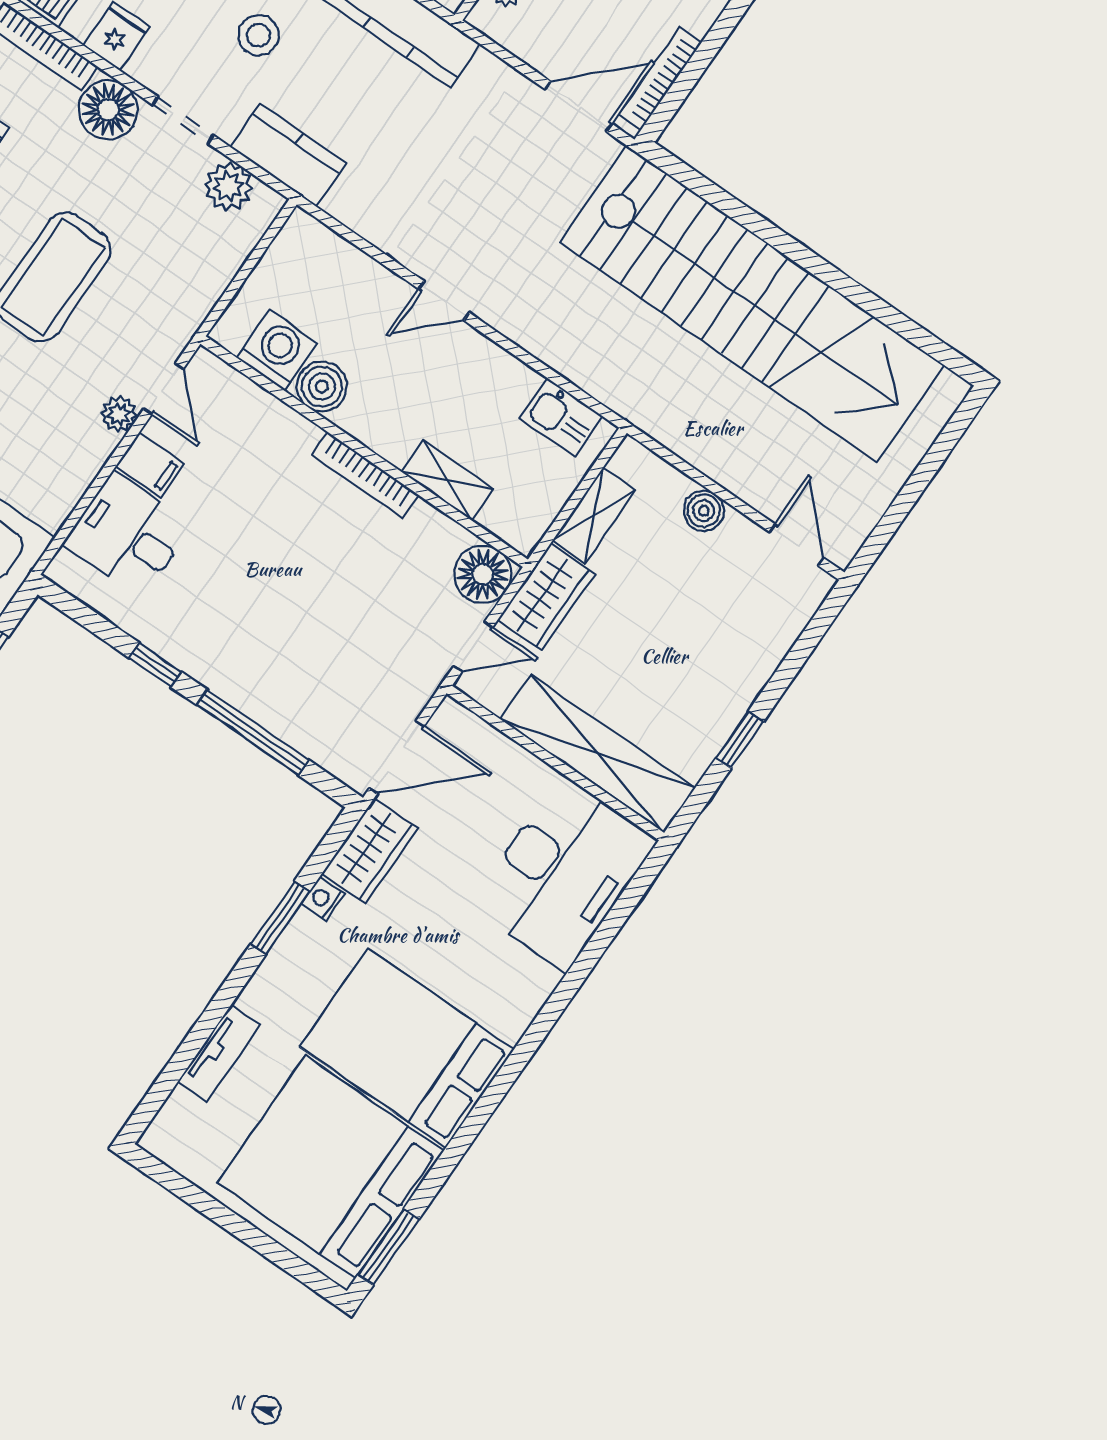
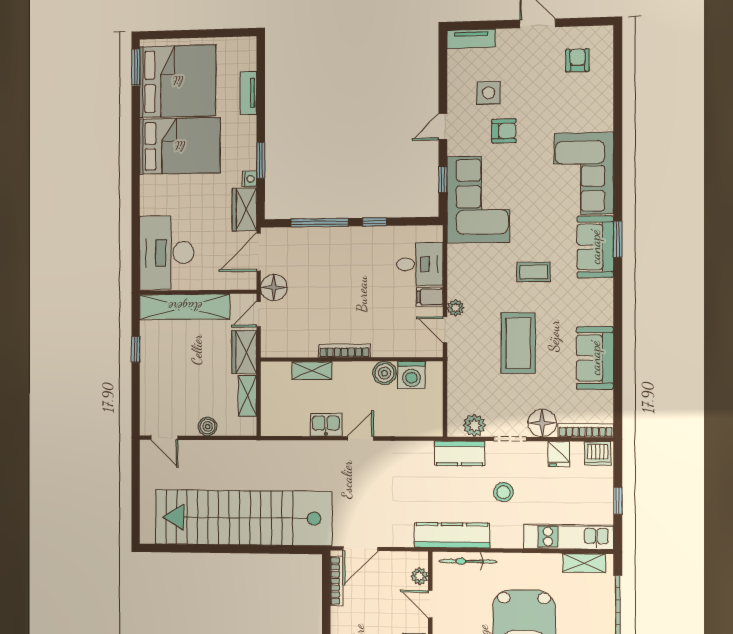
kitchen sink: (561, 417) -> (326, 425), moved
floor lamp: (483, 574) -> (274, 288), moved

